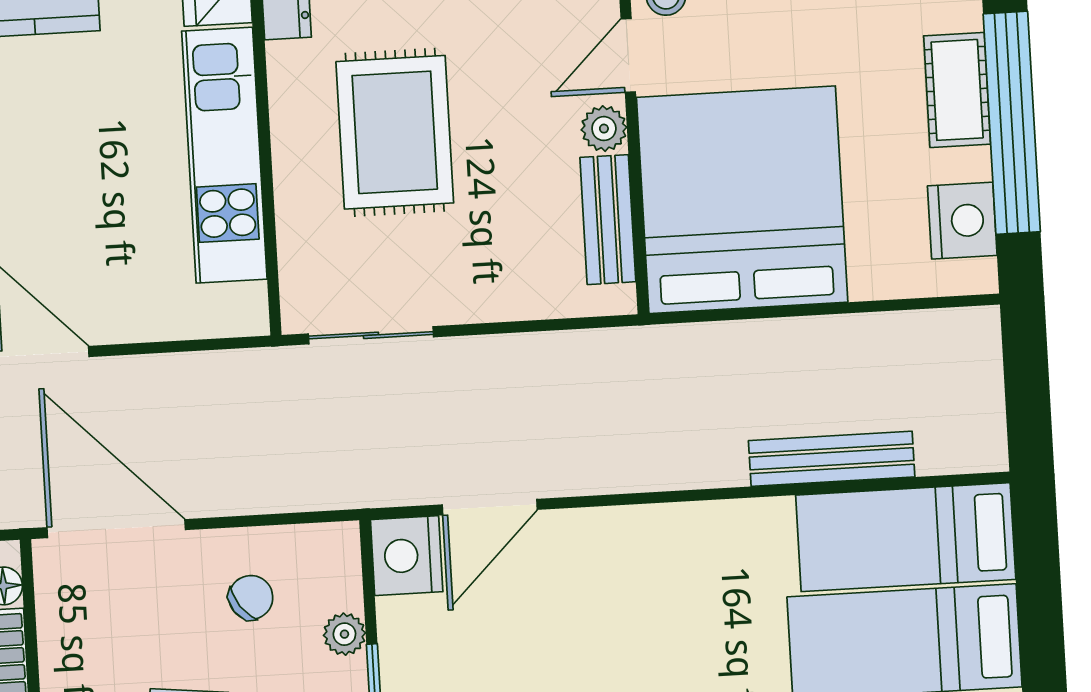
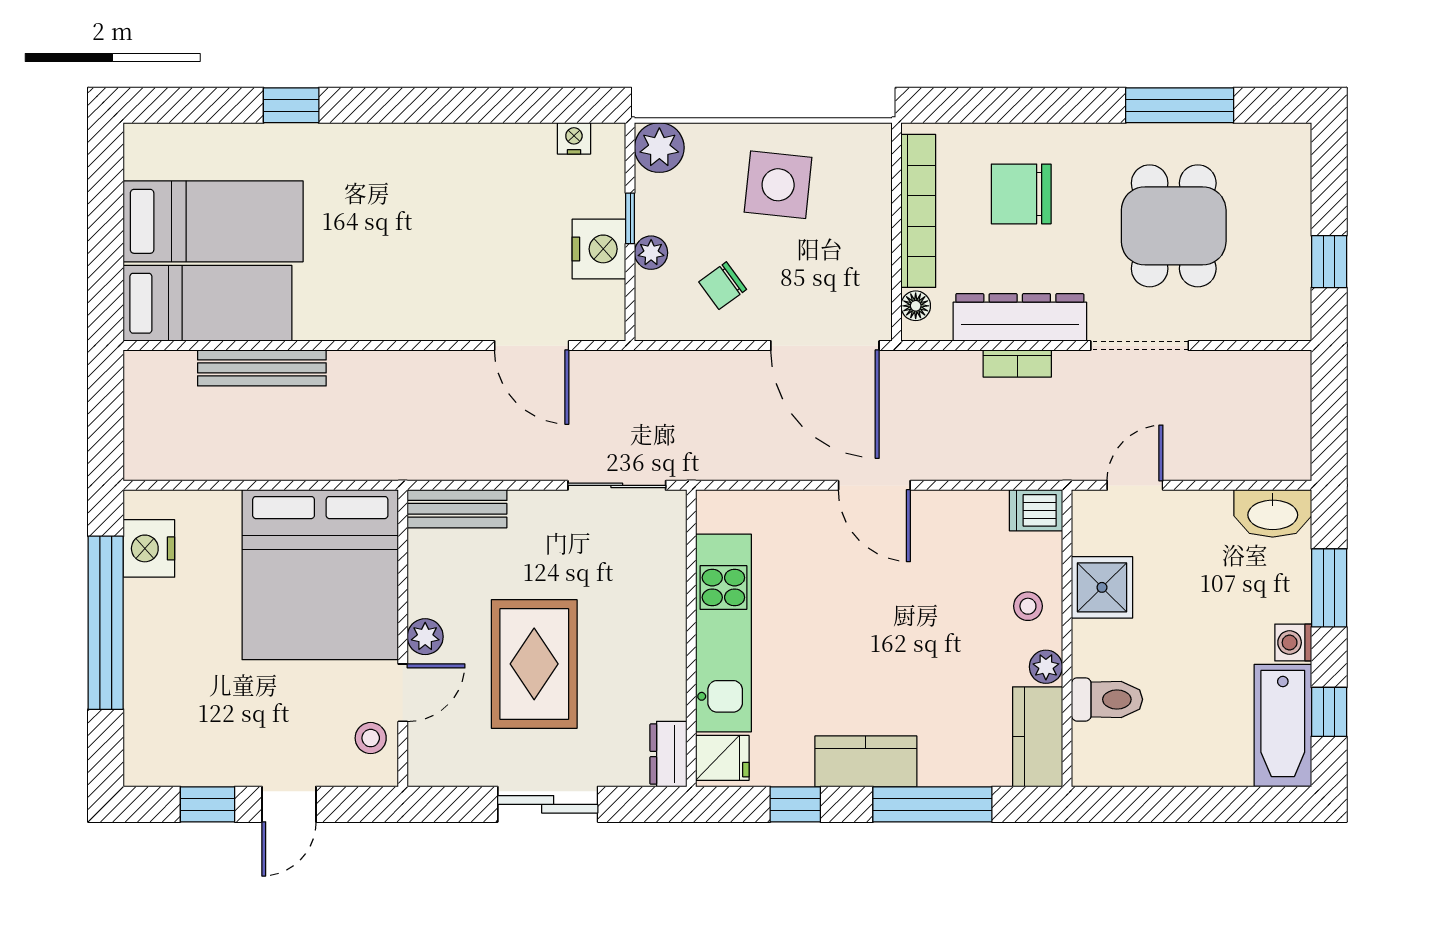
cot: (957, 90) -> (147, 651), removed
rug: (395, 132) -> (534, 664), moved
bench: (608, 220) -> (457, 509), moved, turned 90
door: (490, 507) -> (532, 346), swing flipped
nightstand: (407, 556) -> (599, 249), moved

